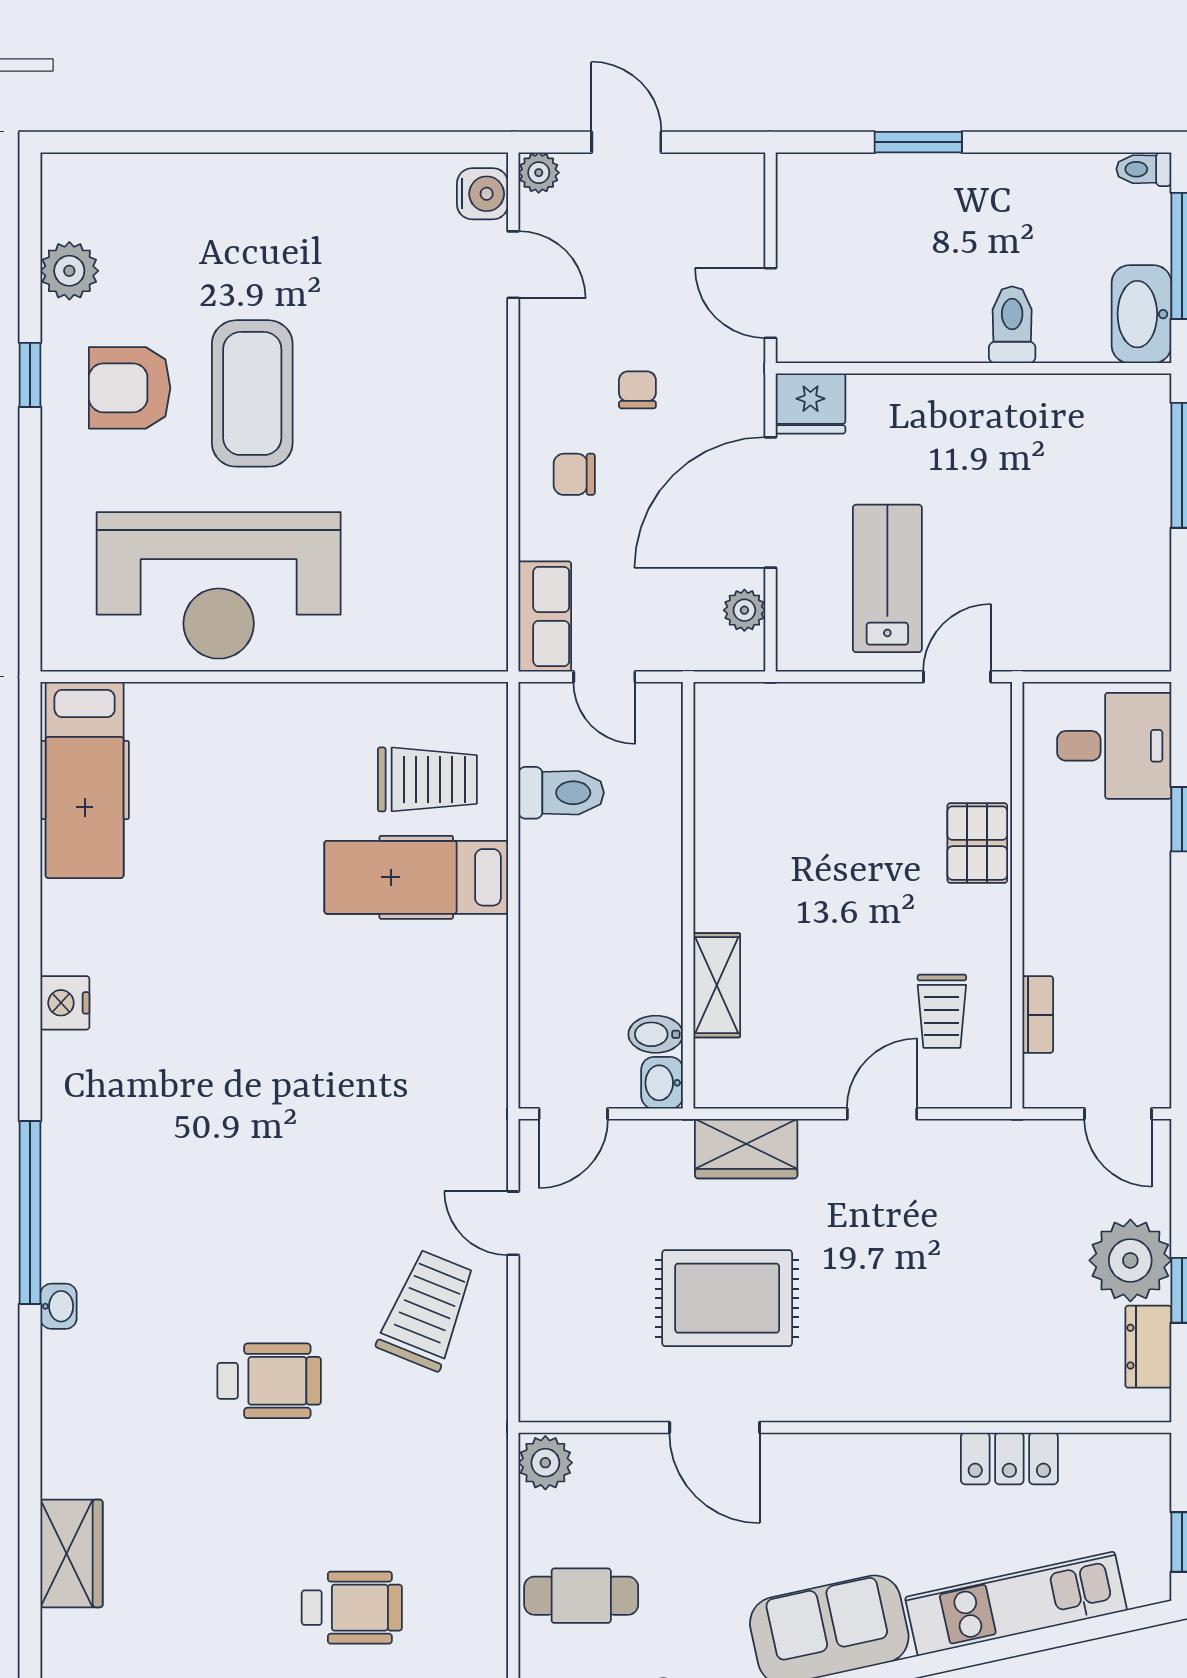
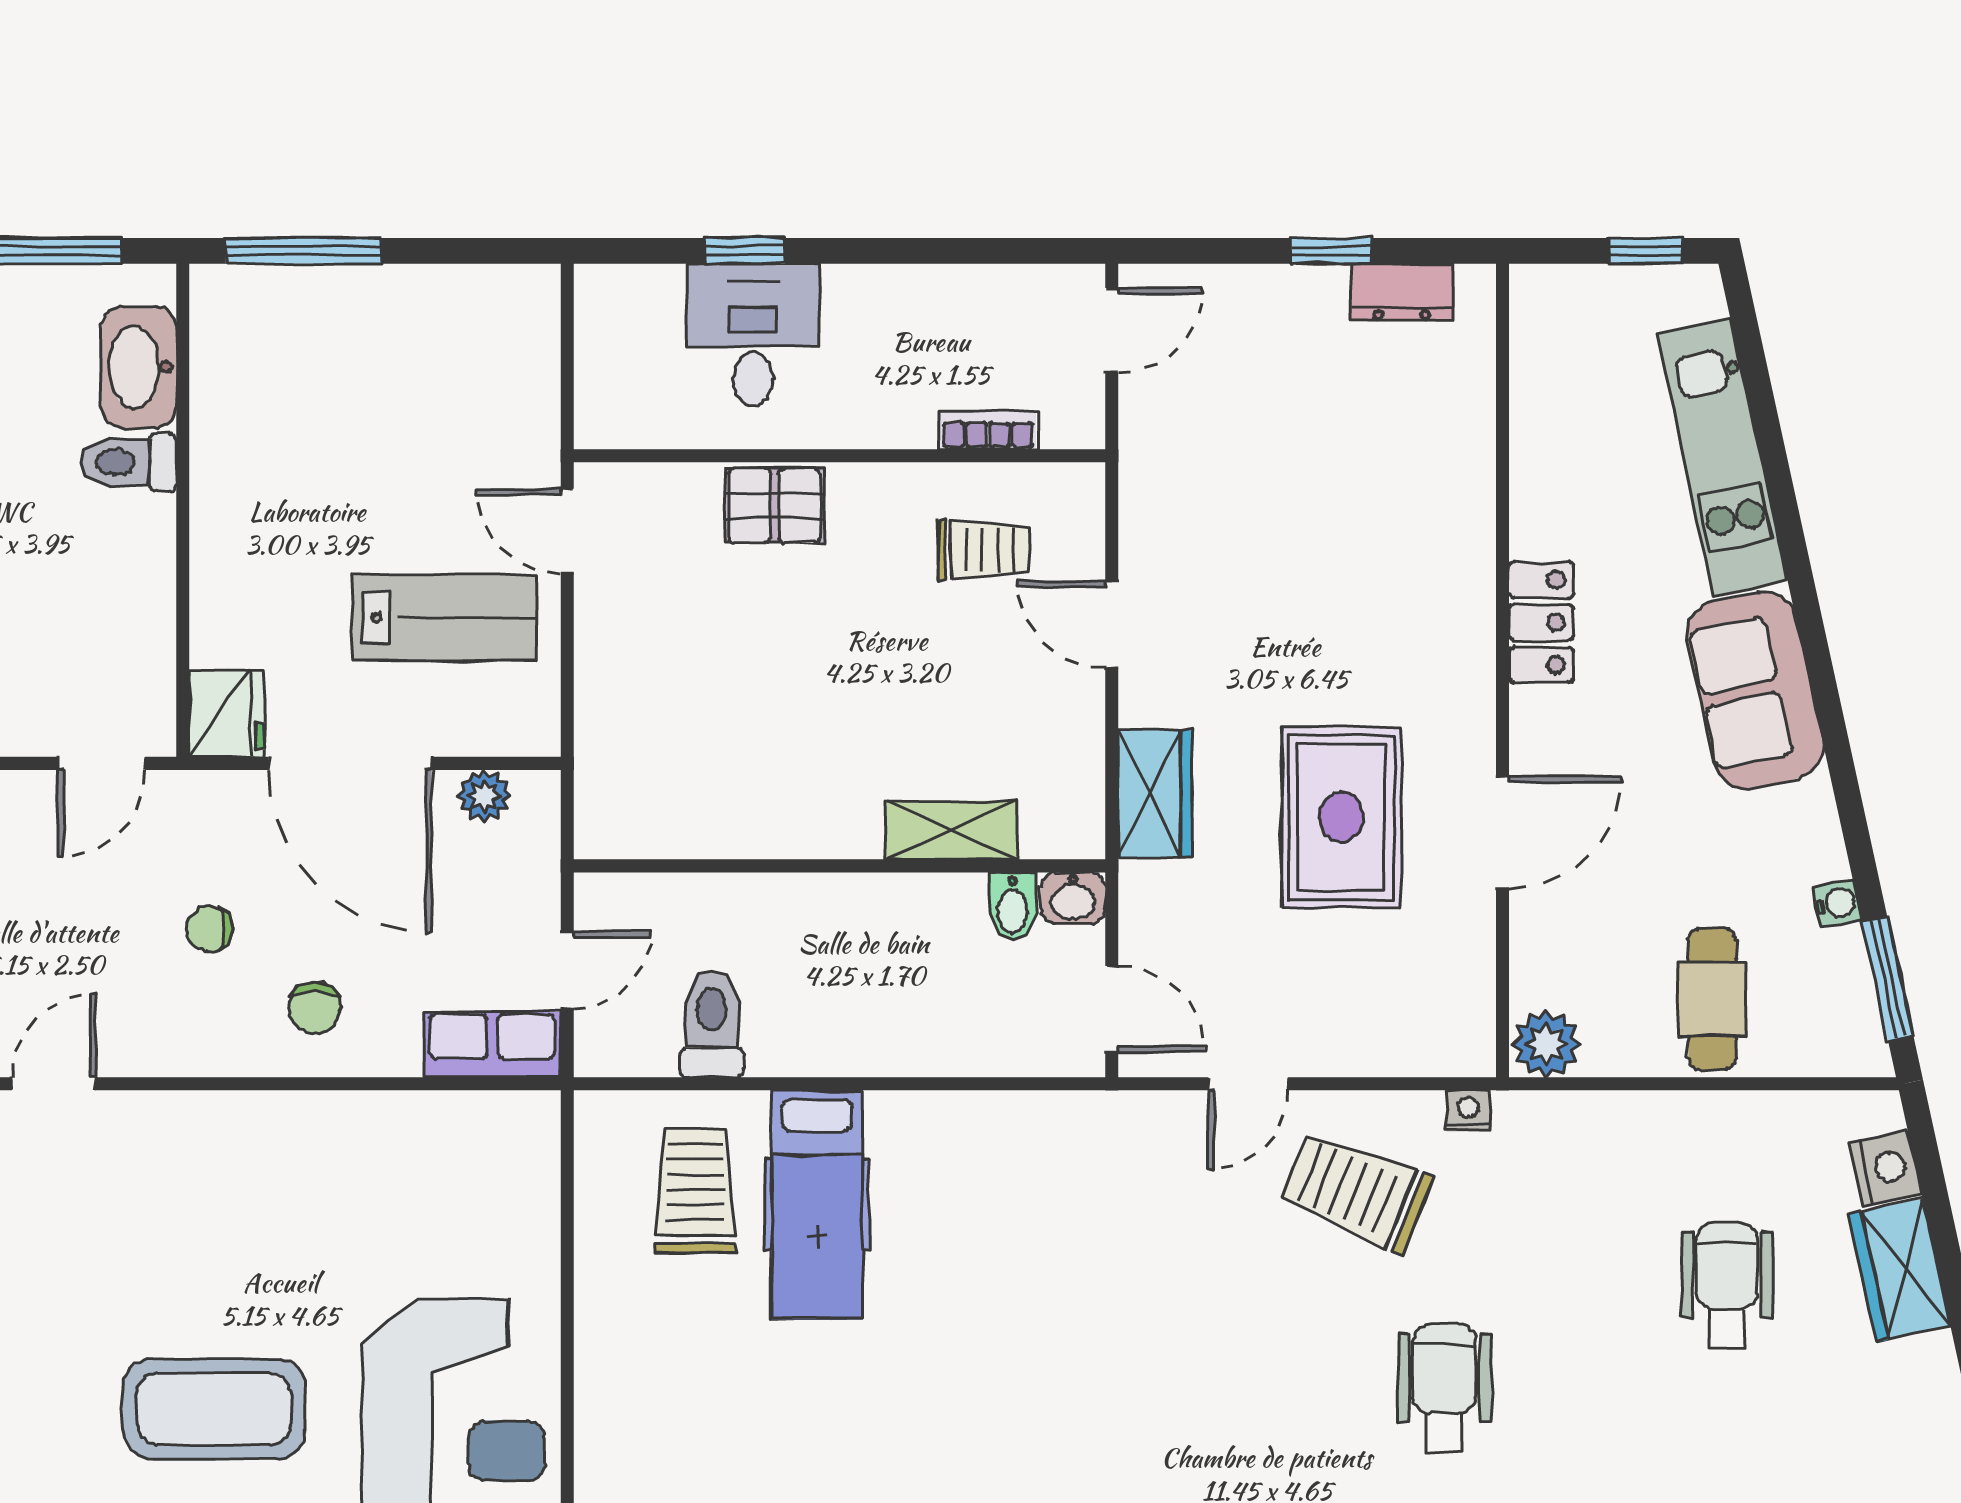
washbasin: (1141, 314) -> (139, 367), moved, turned 90
lab bench: (887, 578) -> (445, 618), turned 180
desk: (1114, 746) -> (753, 335), moved
plant: (1130, 1260) -> (1294, 315), removed
nightstand: (492, 1400) -> (1468, 1111), added
locker: (1009, 1458) -> (1541, 622), moved

